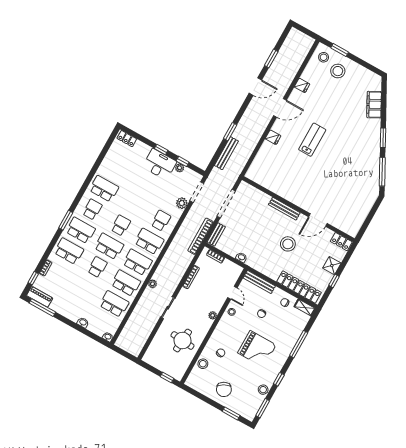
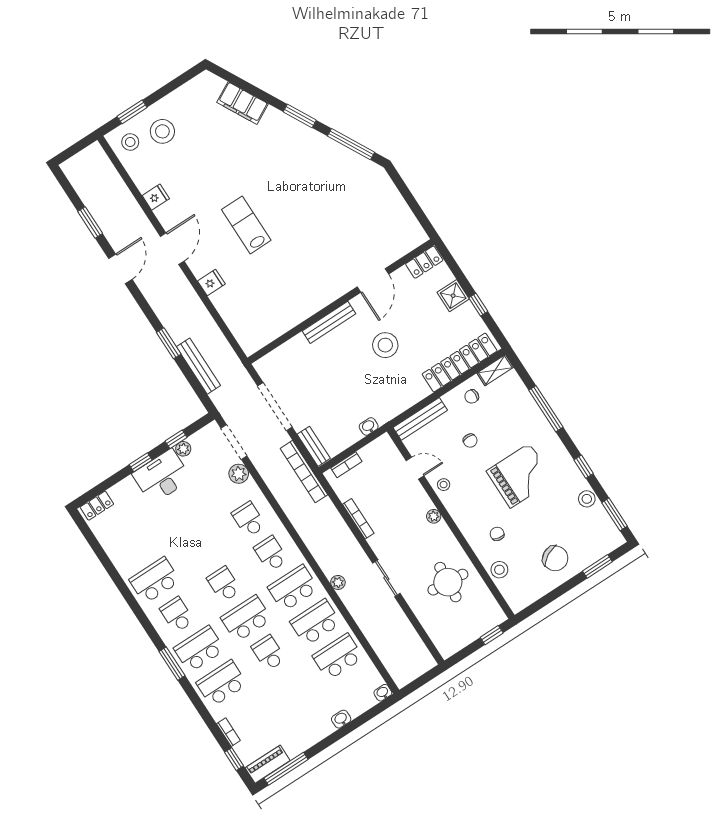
school desk: (149, 241) -> (271, 554), width x0.54

